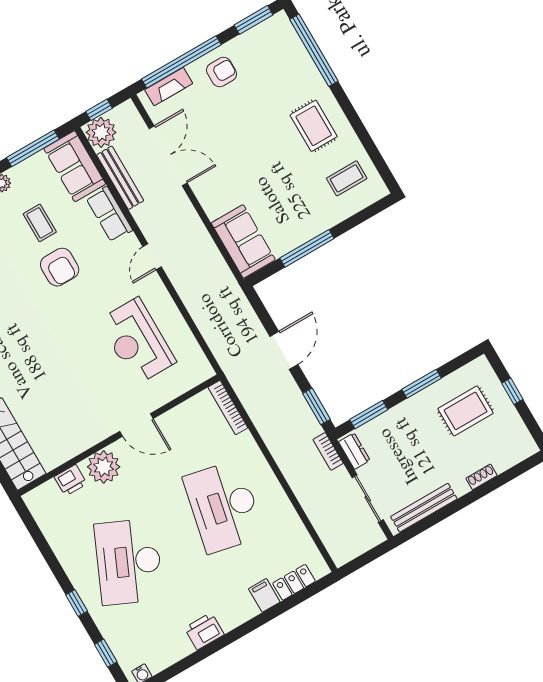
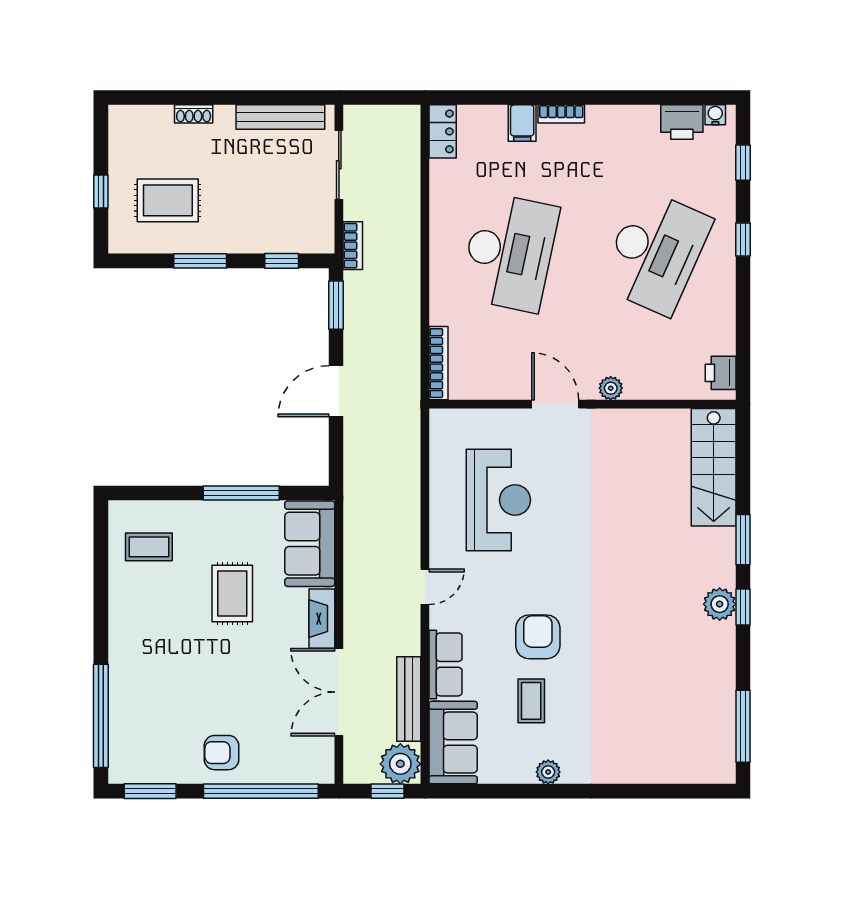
fireplace: (169, 87) -> (322, 619), moved, turned -90
rug: (314, 126) -> (232, 593), moved
window: (33, 148) -> (489, 791), removed
window: (369, 415) -> (282, 261), width x0.67
dresser: (354, 451) -> (322, 229), removed
plant: (104, 467) -> (611, 388), width x0.53, depth x0.53
printer: (71, 480) -> (721, 373), moved, turned -90
locker: (294, 582) -> (443, 131), moved, turned -90
bookcase: (242, 616) -> (561, 114), added
printer: (204, 631) -> (682, 122), moved

